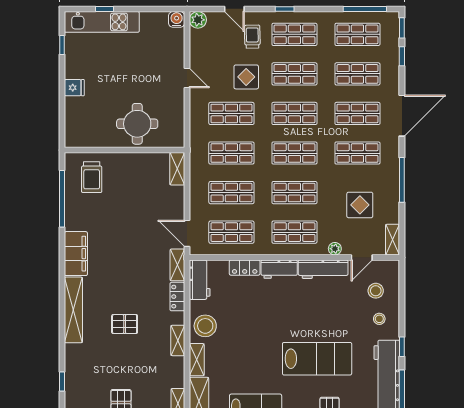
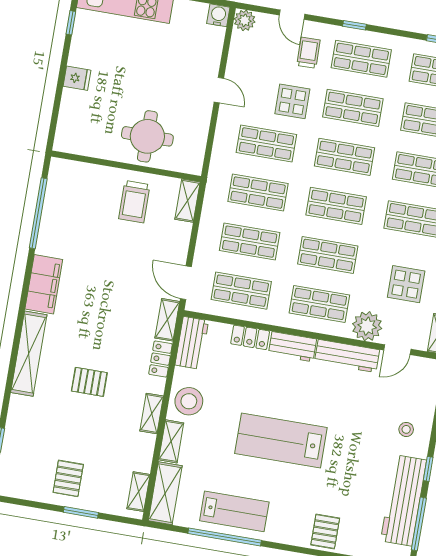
trolley: (92, 177) -> (134, 202), moved
plant: (335, 249) -> (367, 326), width x1.88, depth x1.88
stool: (376, 291) -> (408, 394), removed
lab bench: (317, 359) -> (281, 440), moved, turned 180

